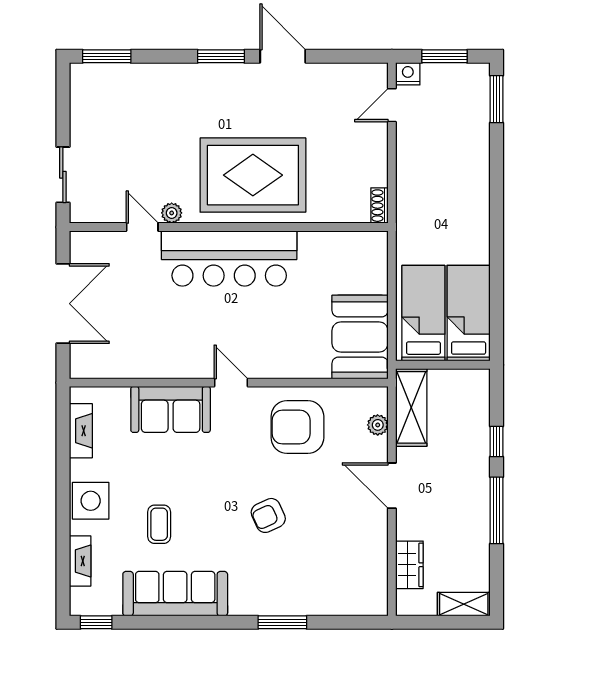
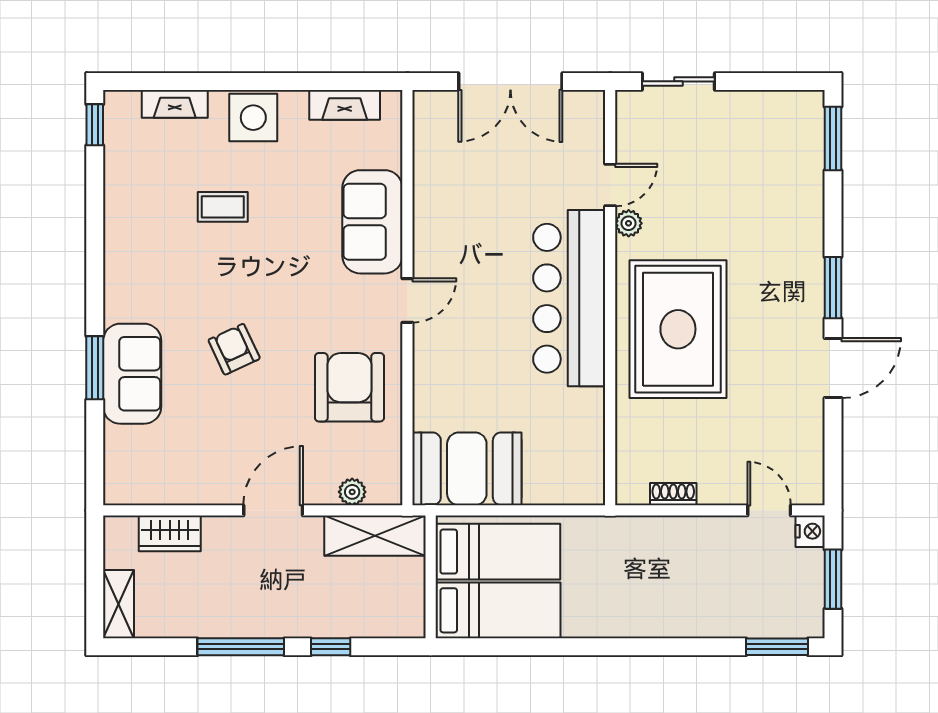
shoe rack: (379, 206) -> (673, 494), moved
sofa: (175, 594) -> (132, 374), moved, width x0.73

